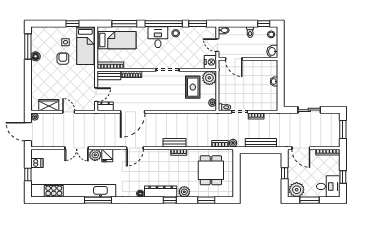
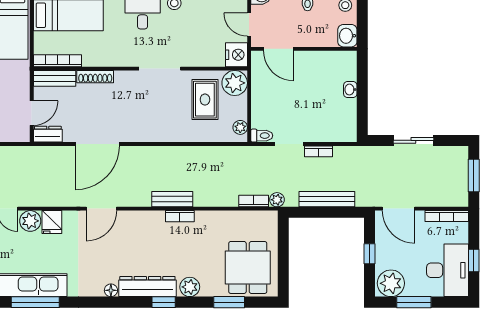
dining table: (211, 170) -> (248, 267), moved
desk: (328, 186) -> (448, 270), width x1.37

